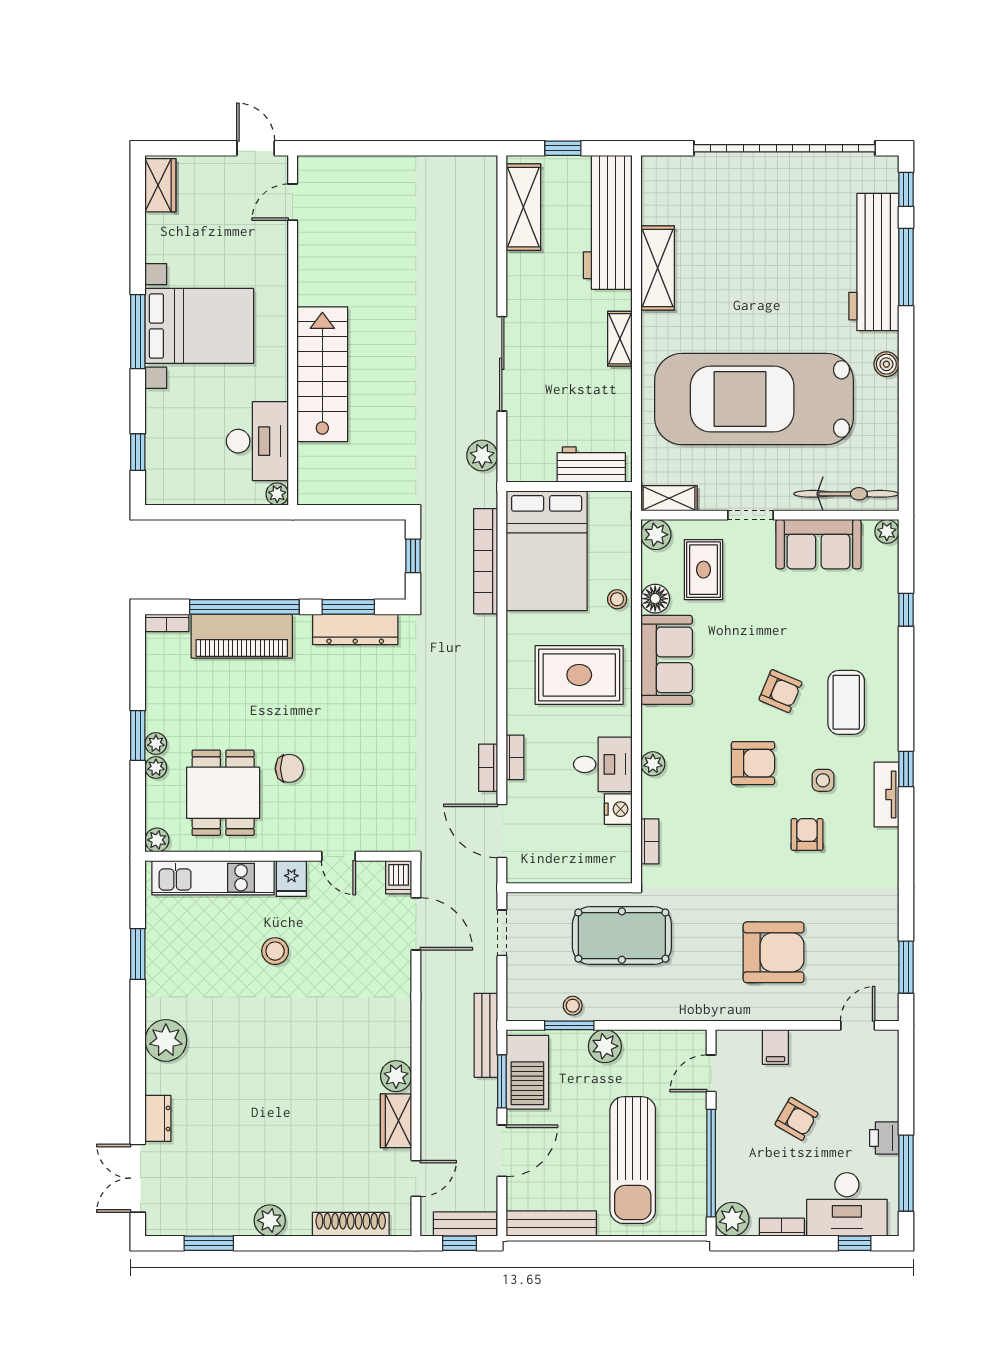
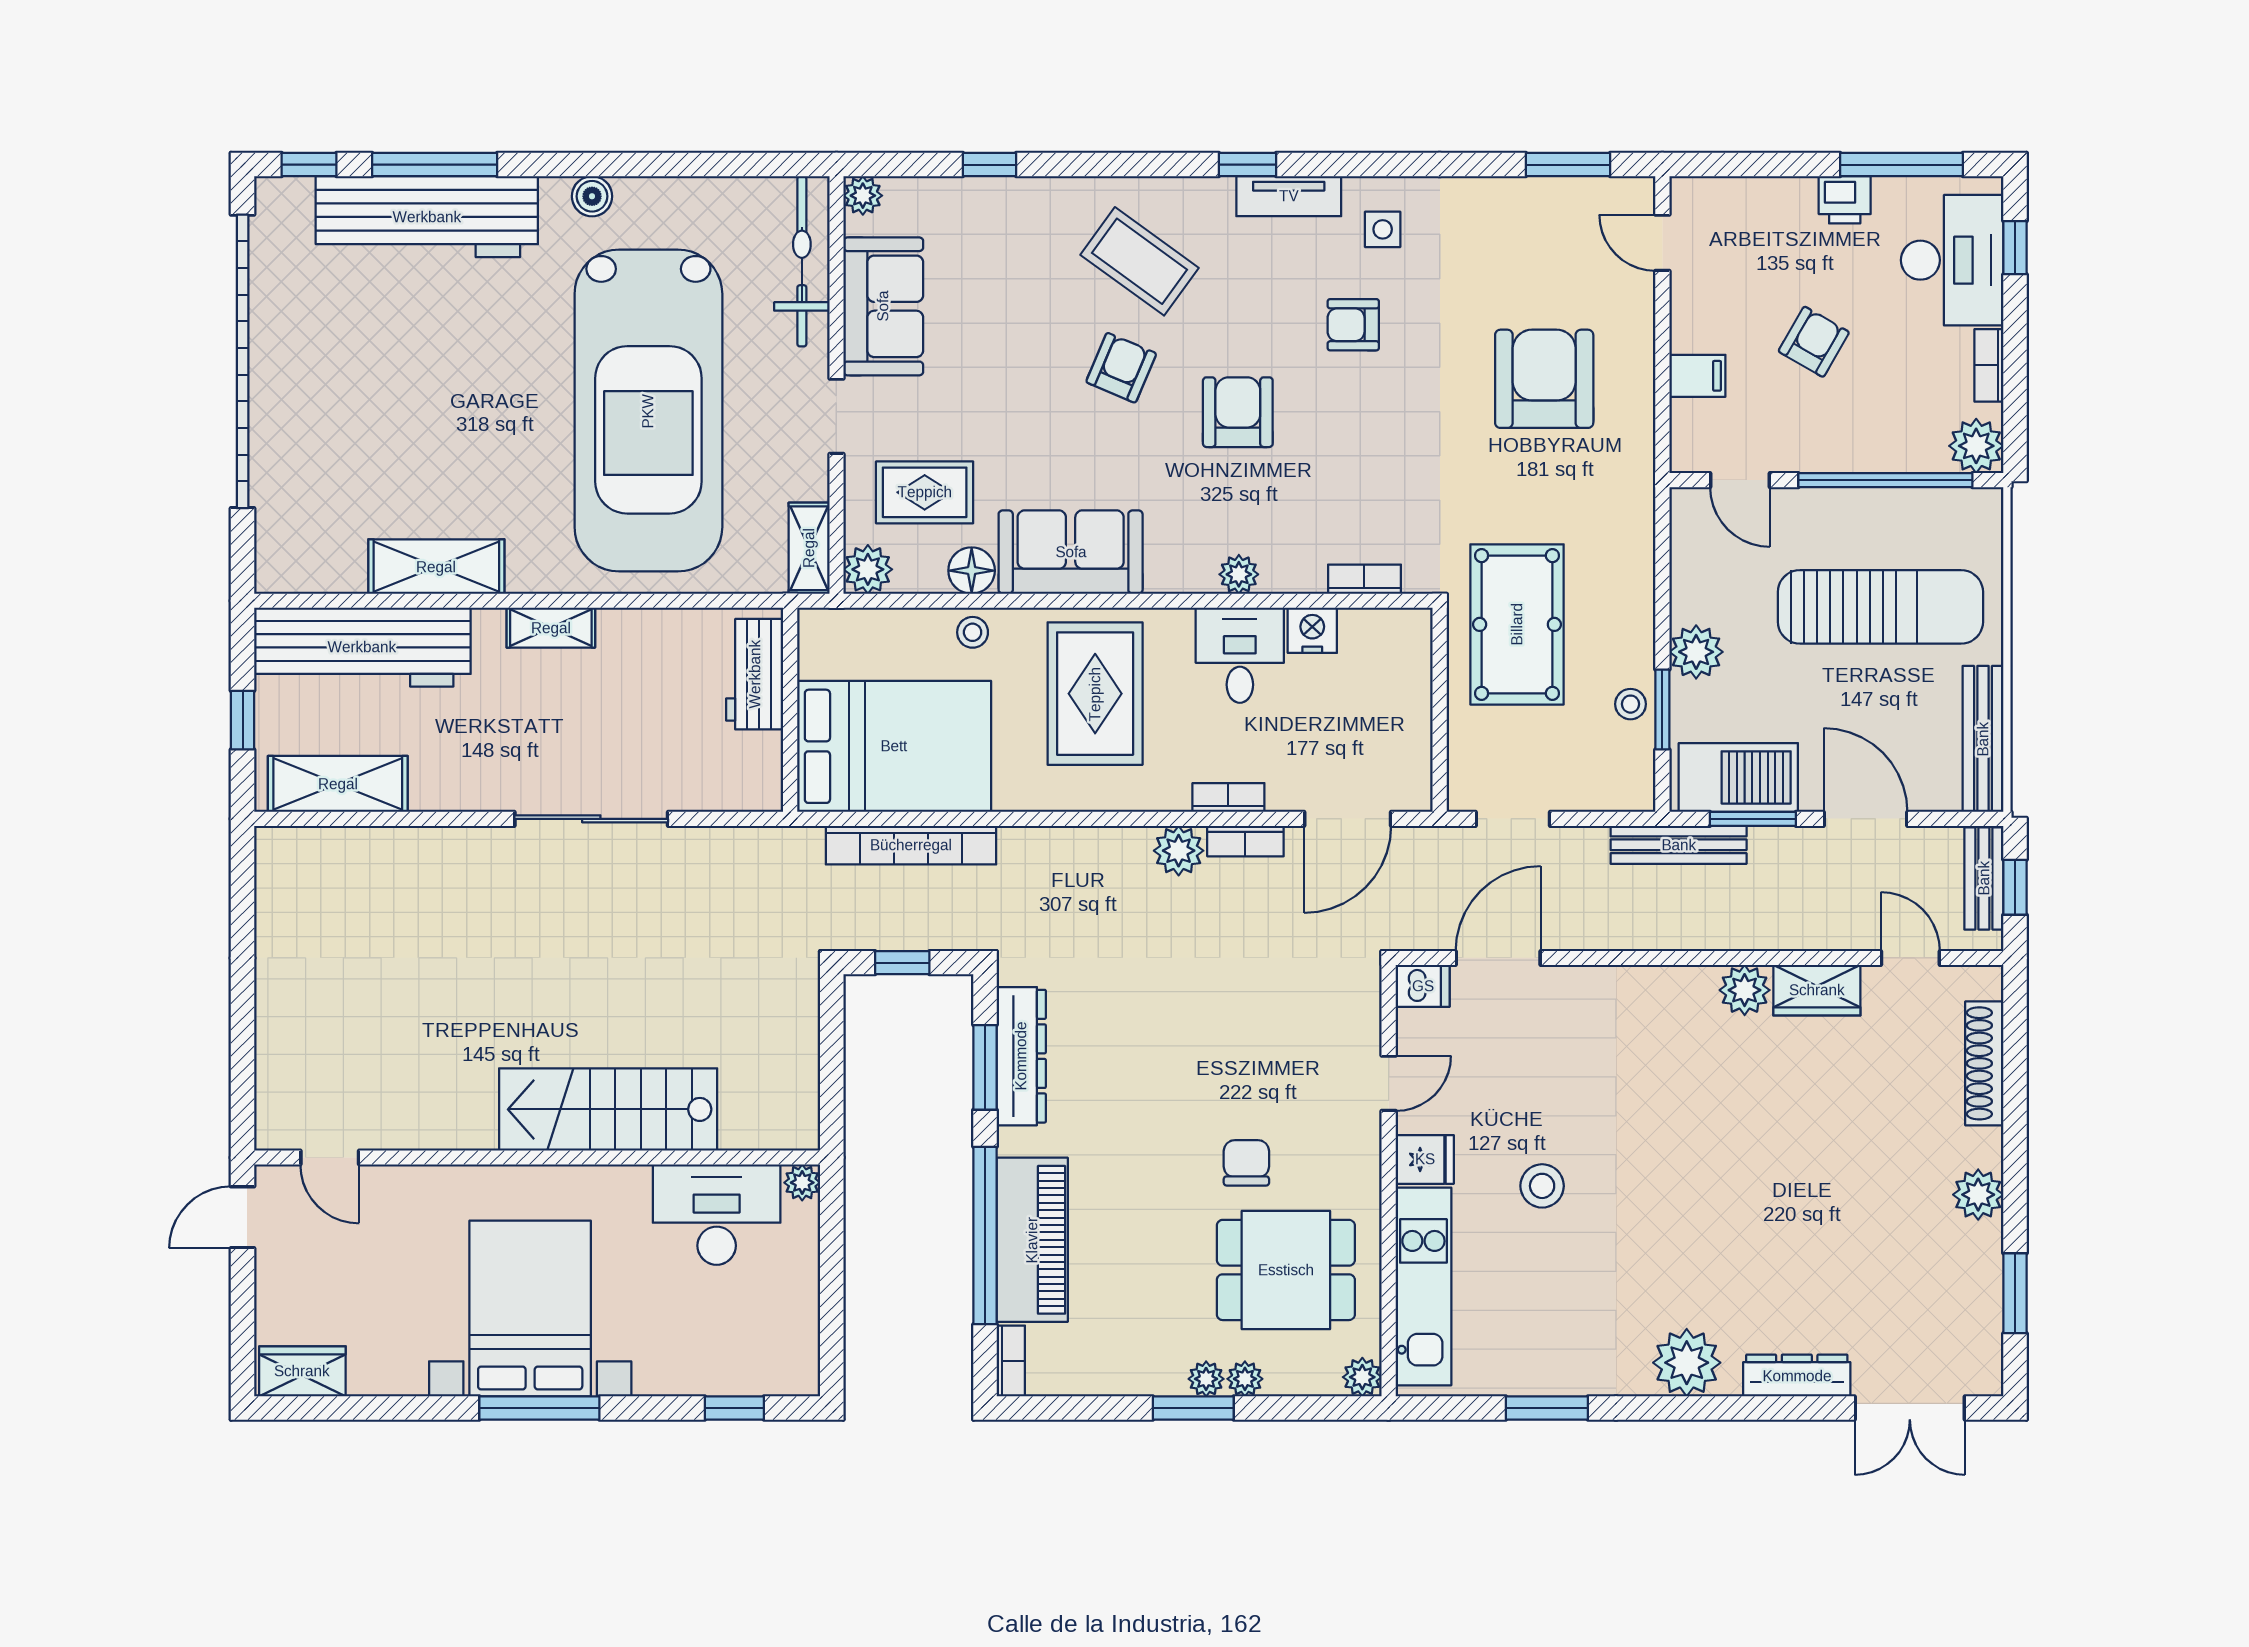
plant: (482, 456) -> (1179, 851), moved
coffee table: (846, 702) -> (1140, 261), turned 36
side table: (823, 780) -> (1383, 229), moved
dresser: (158, 1118) -> (1797, 1376), width x1.44

